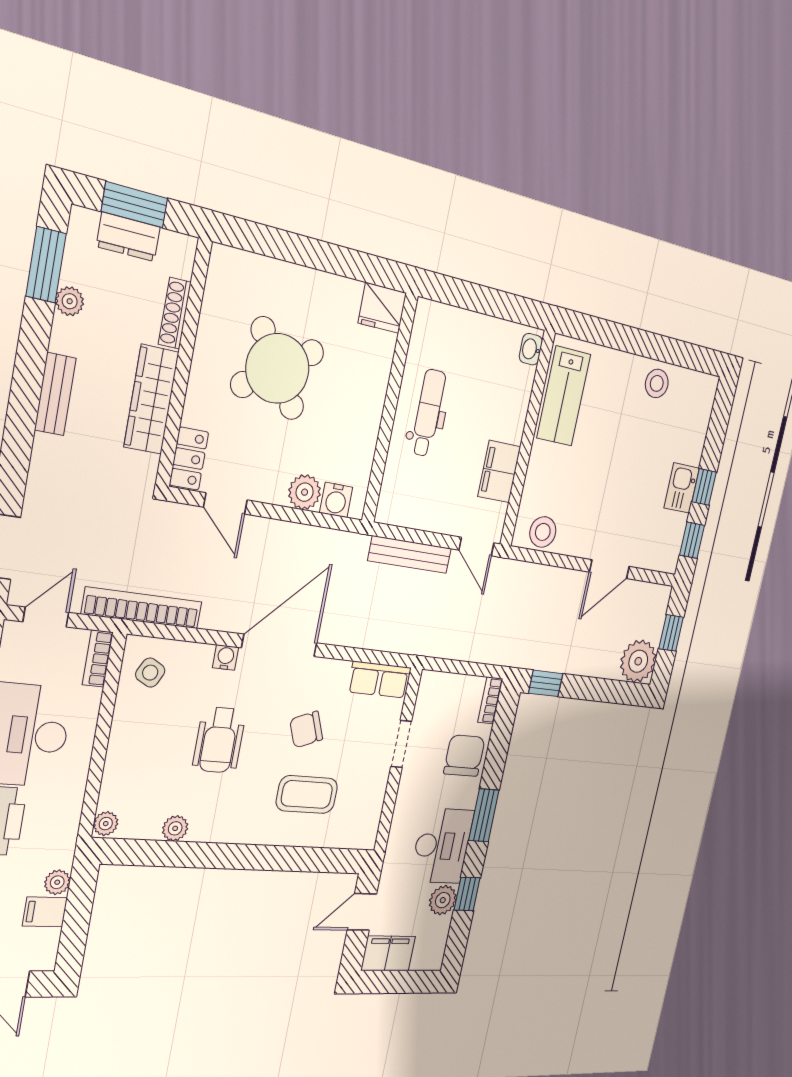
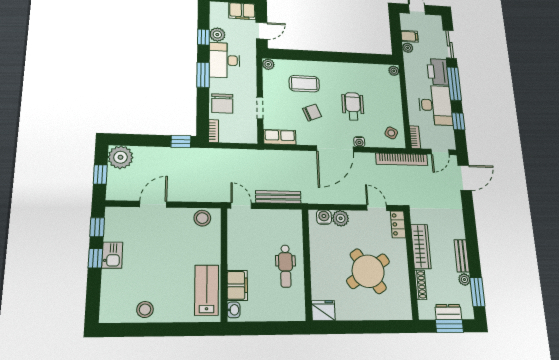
bench: (55, 394) -> (462, 256), moved
filing cabinet: (499, 472) -> (237, 285), moved
plant: (175, 828) -> (268, 64), moved

